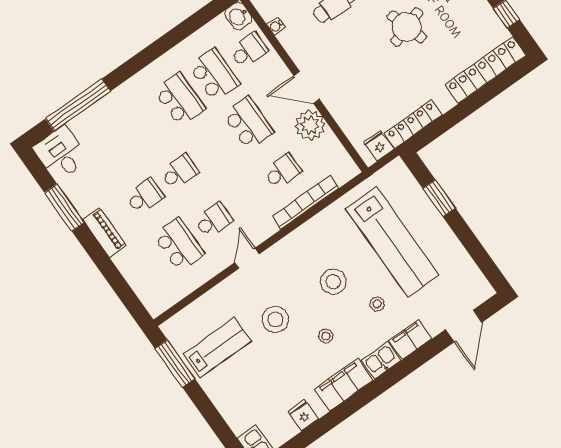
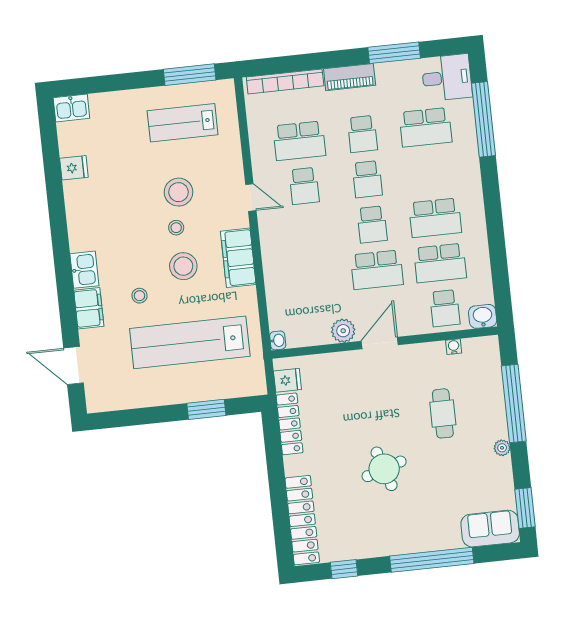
plant: (310, 125) -> (343, 331), width x0.73, depth x0.73
school desk: (111, 148) -> (426, 127), added
school desk: (282, 171) -> (372, 224), moved
washbasin: (351, 171) -> (278, 340), added
bookcase: (306, 202) -> (285, 81), moved, turned 90
stool: (326, 336) -> (176, 228), moved
lab bench: (217, 348) -> (183, 123), turned 90
filing cabinet: (344, 385) -> (238, 258), moved, turned 180

